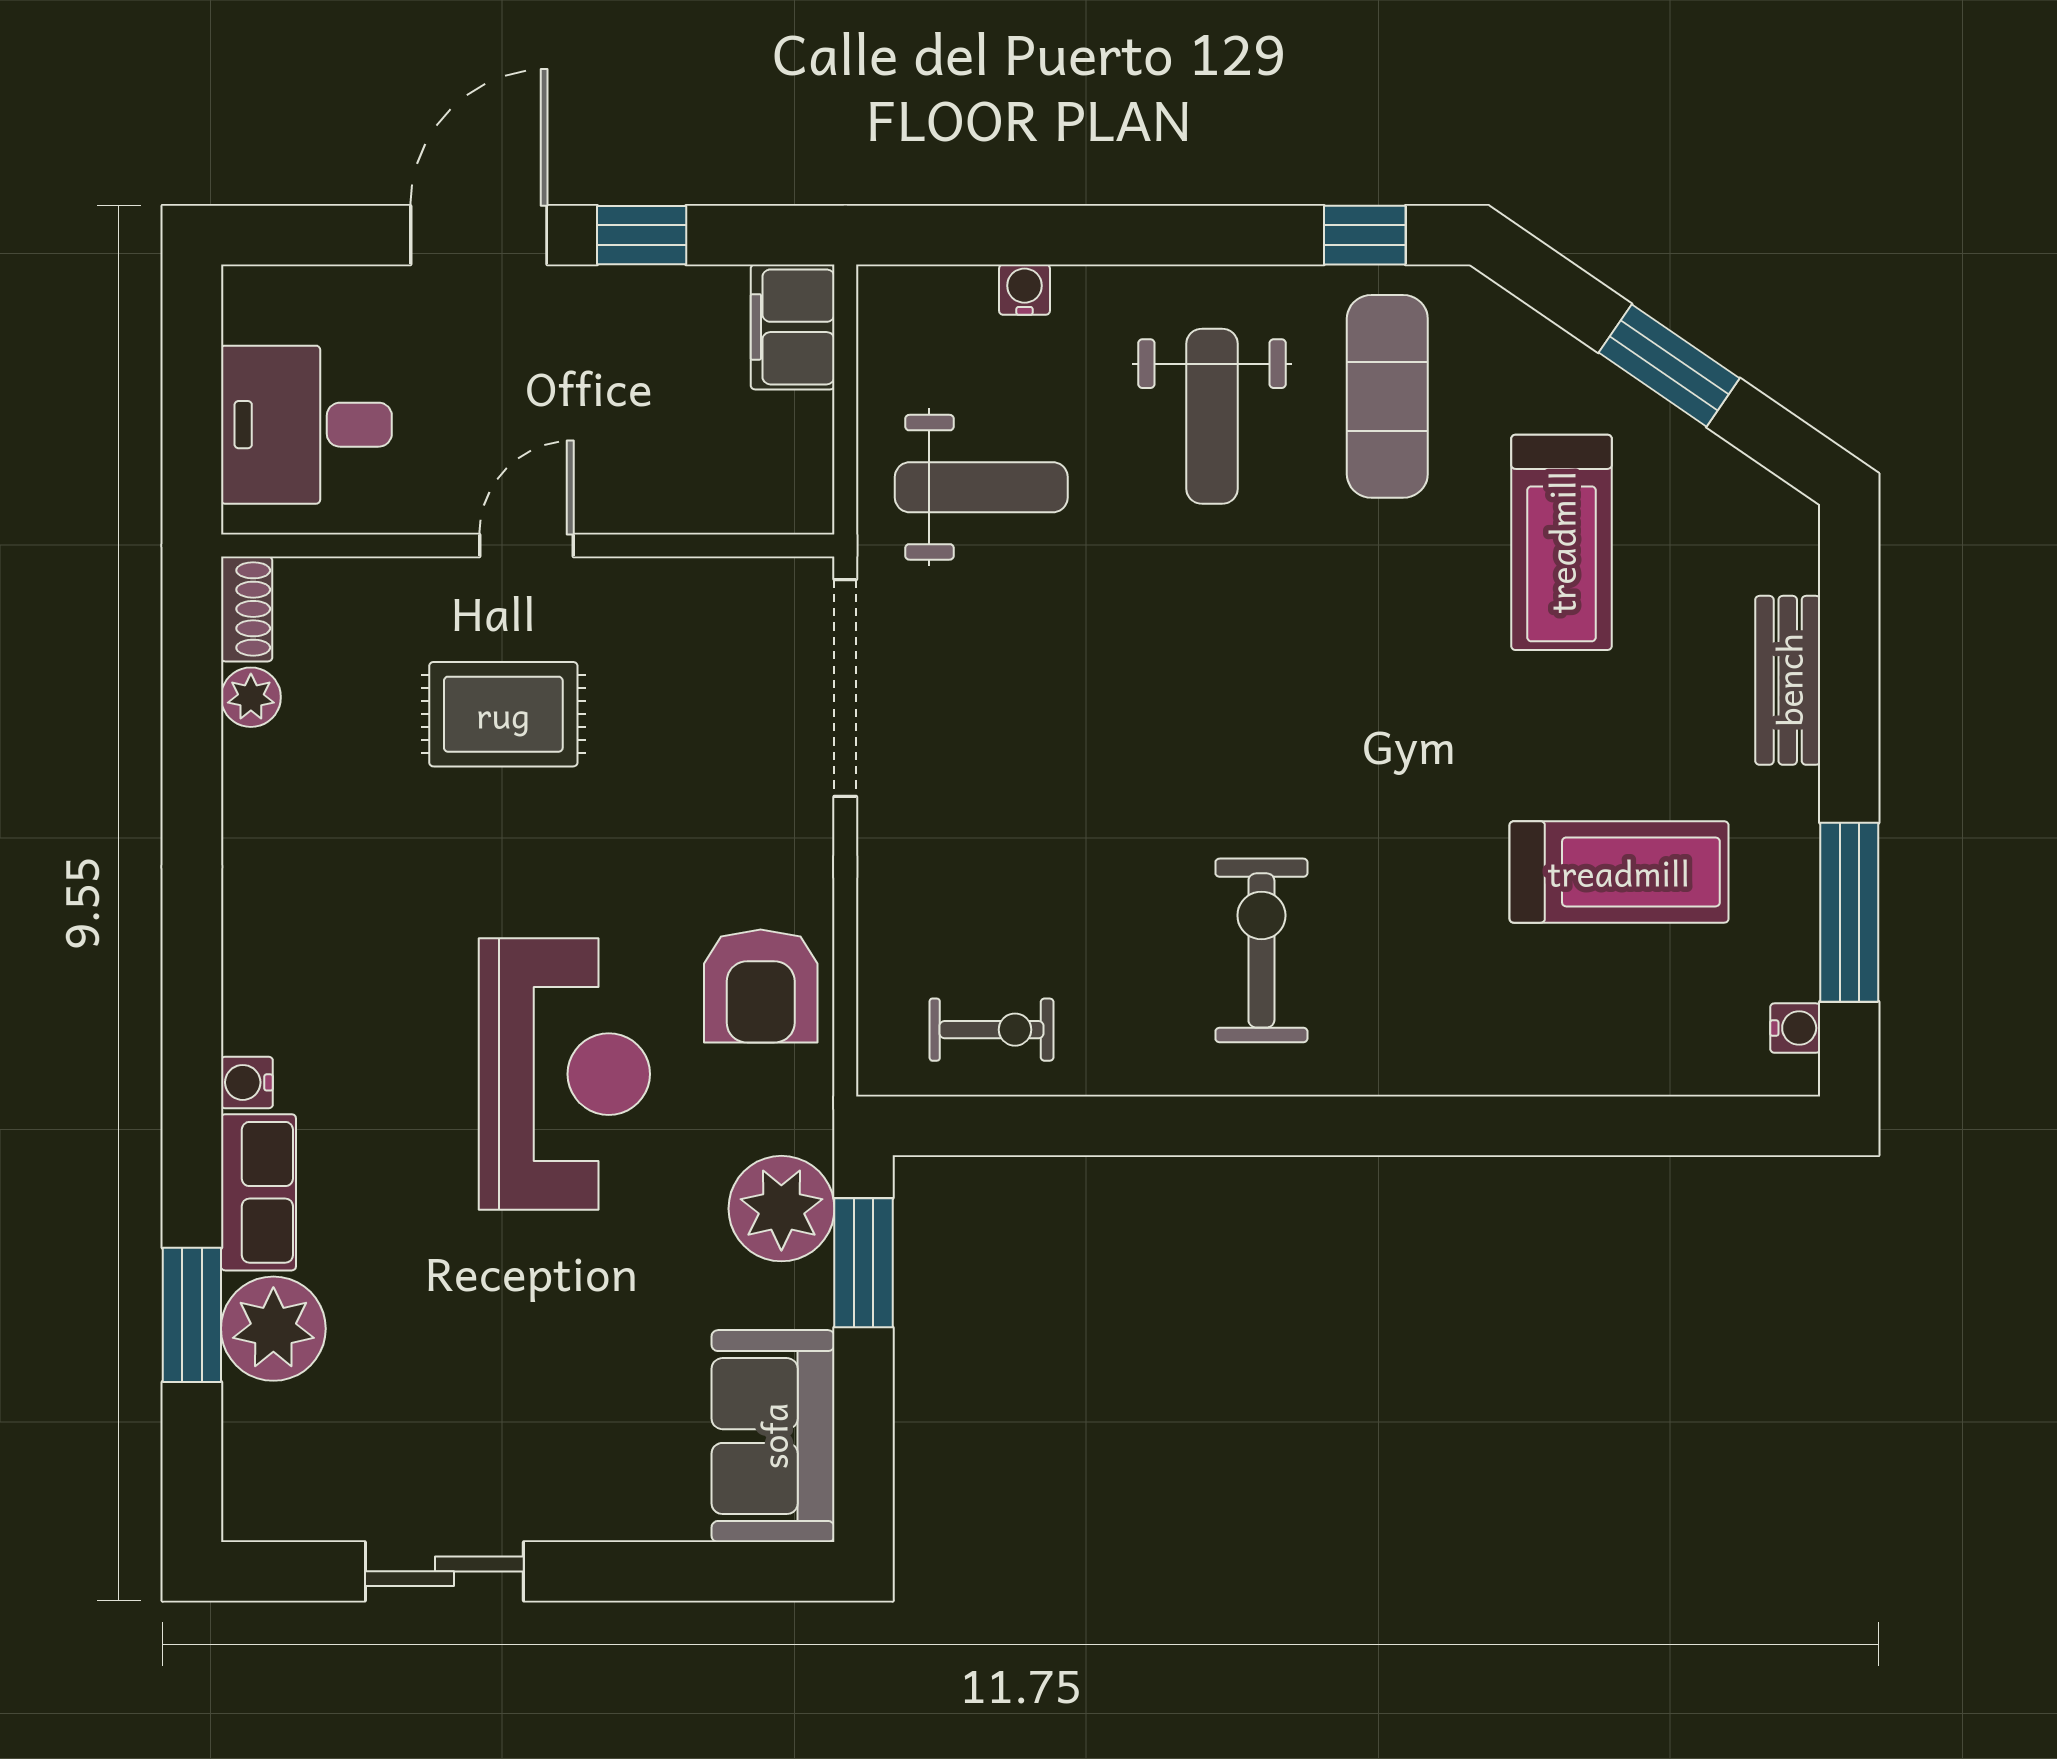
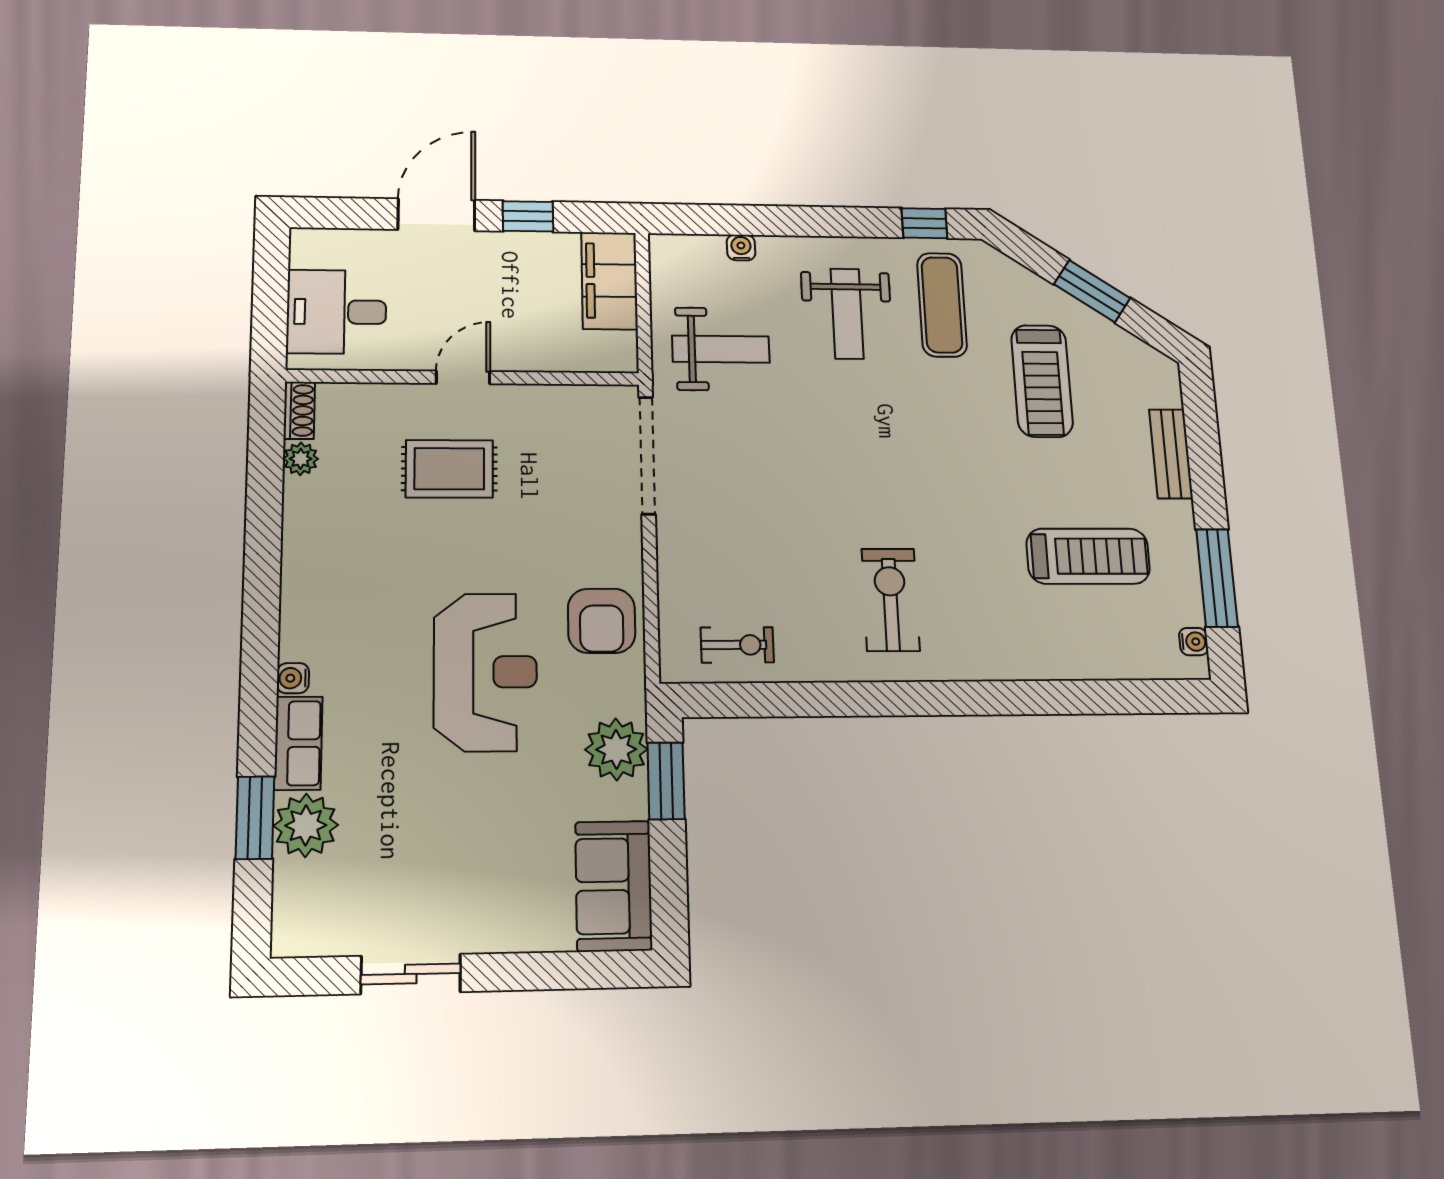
filing cabinet: (793, 327) -> (610, 281), width x1.50, depth x1.17

